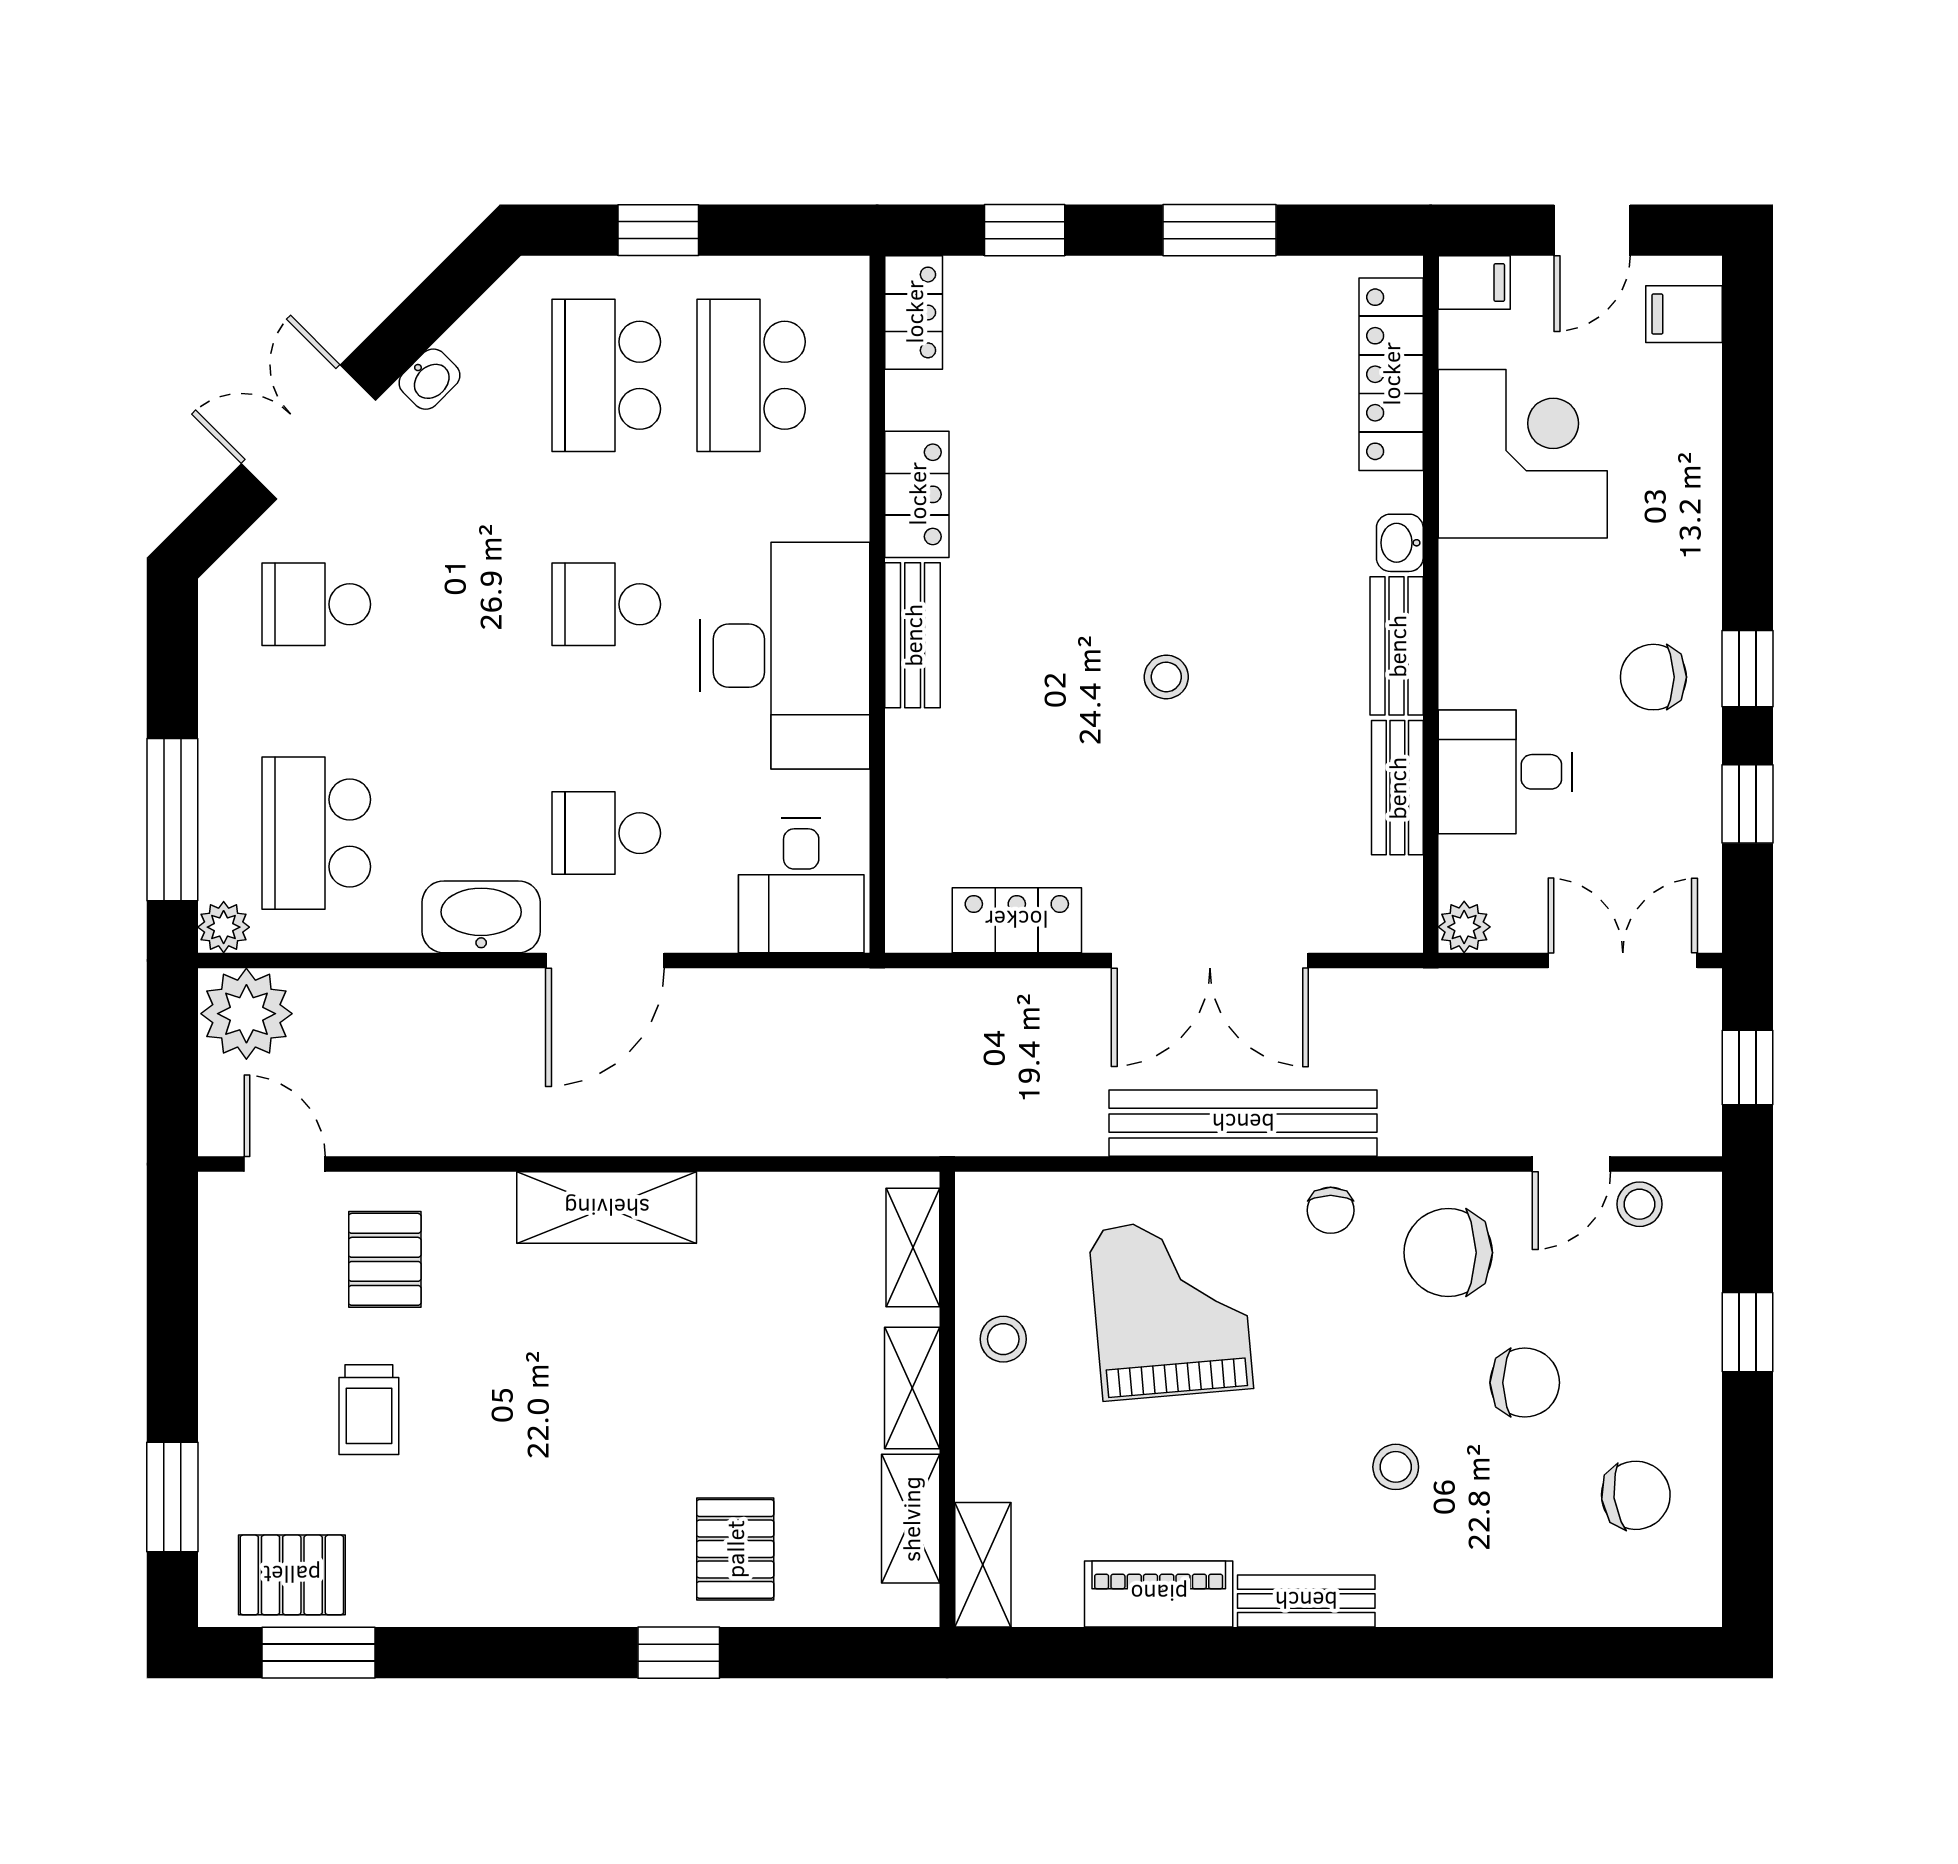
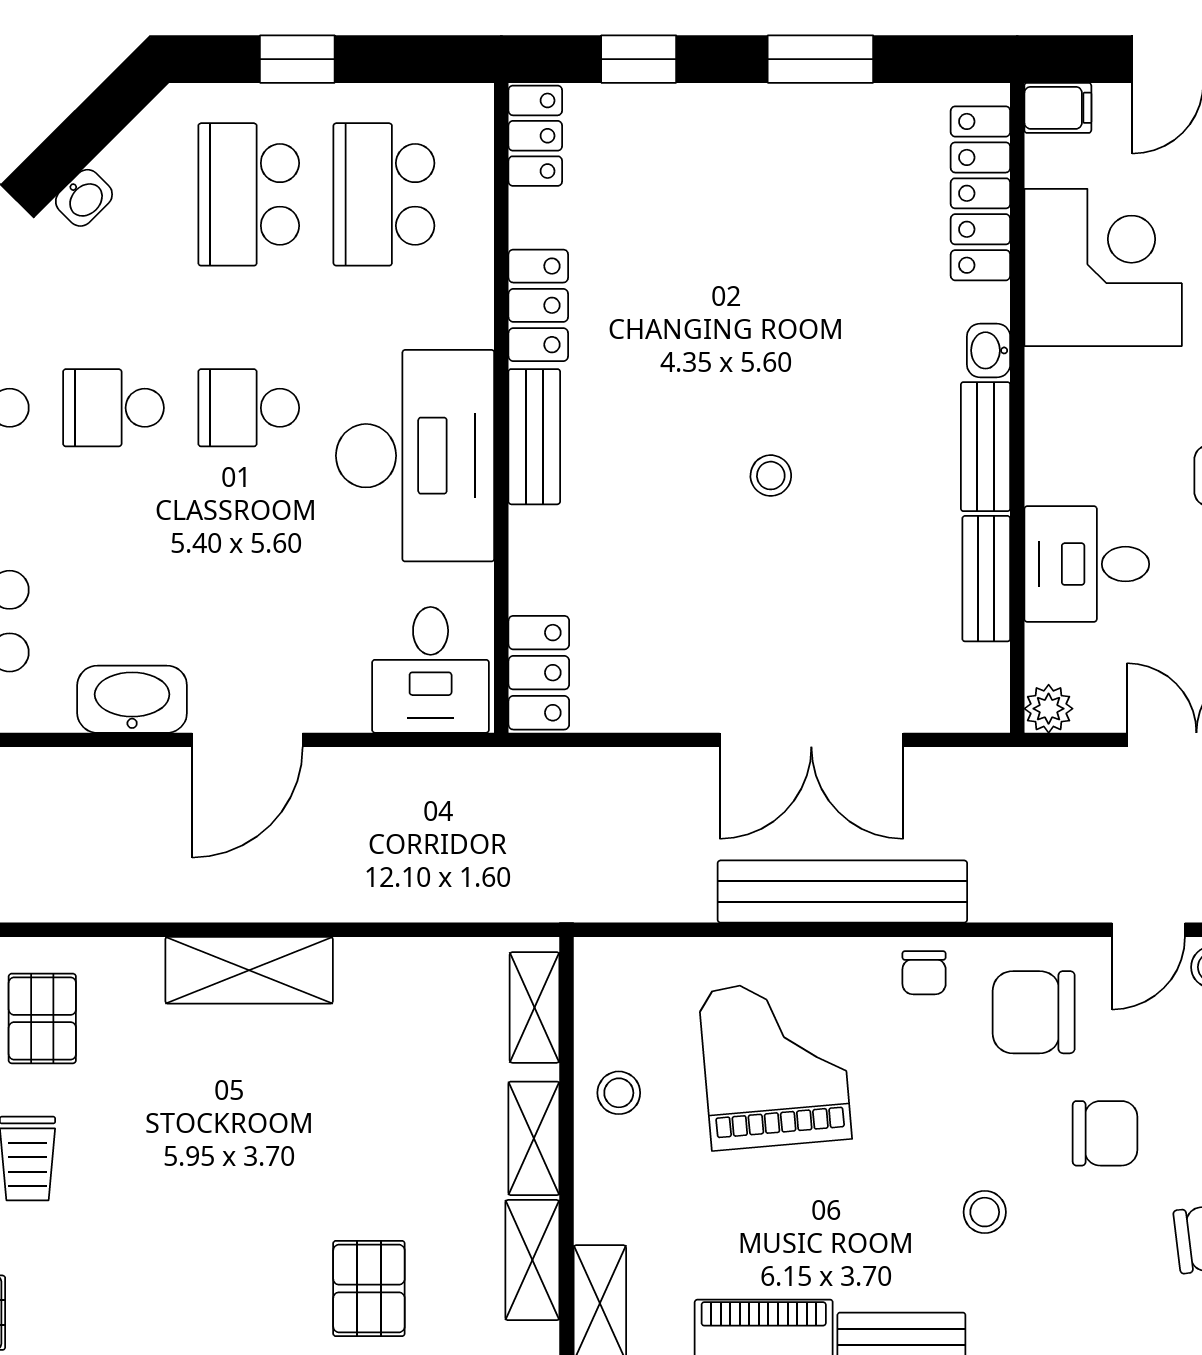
school desk: (606, 833) -> (114, 408), moved
locker: (1017, 920) -> (539, 673), moved, turned 90

